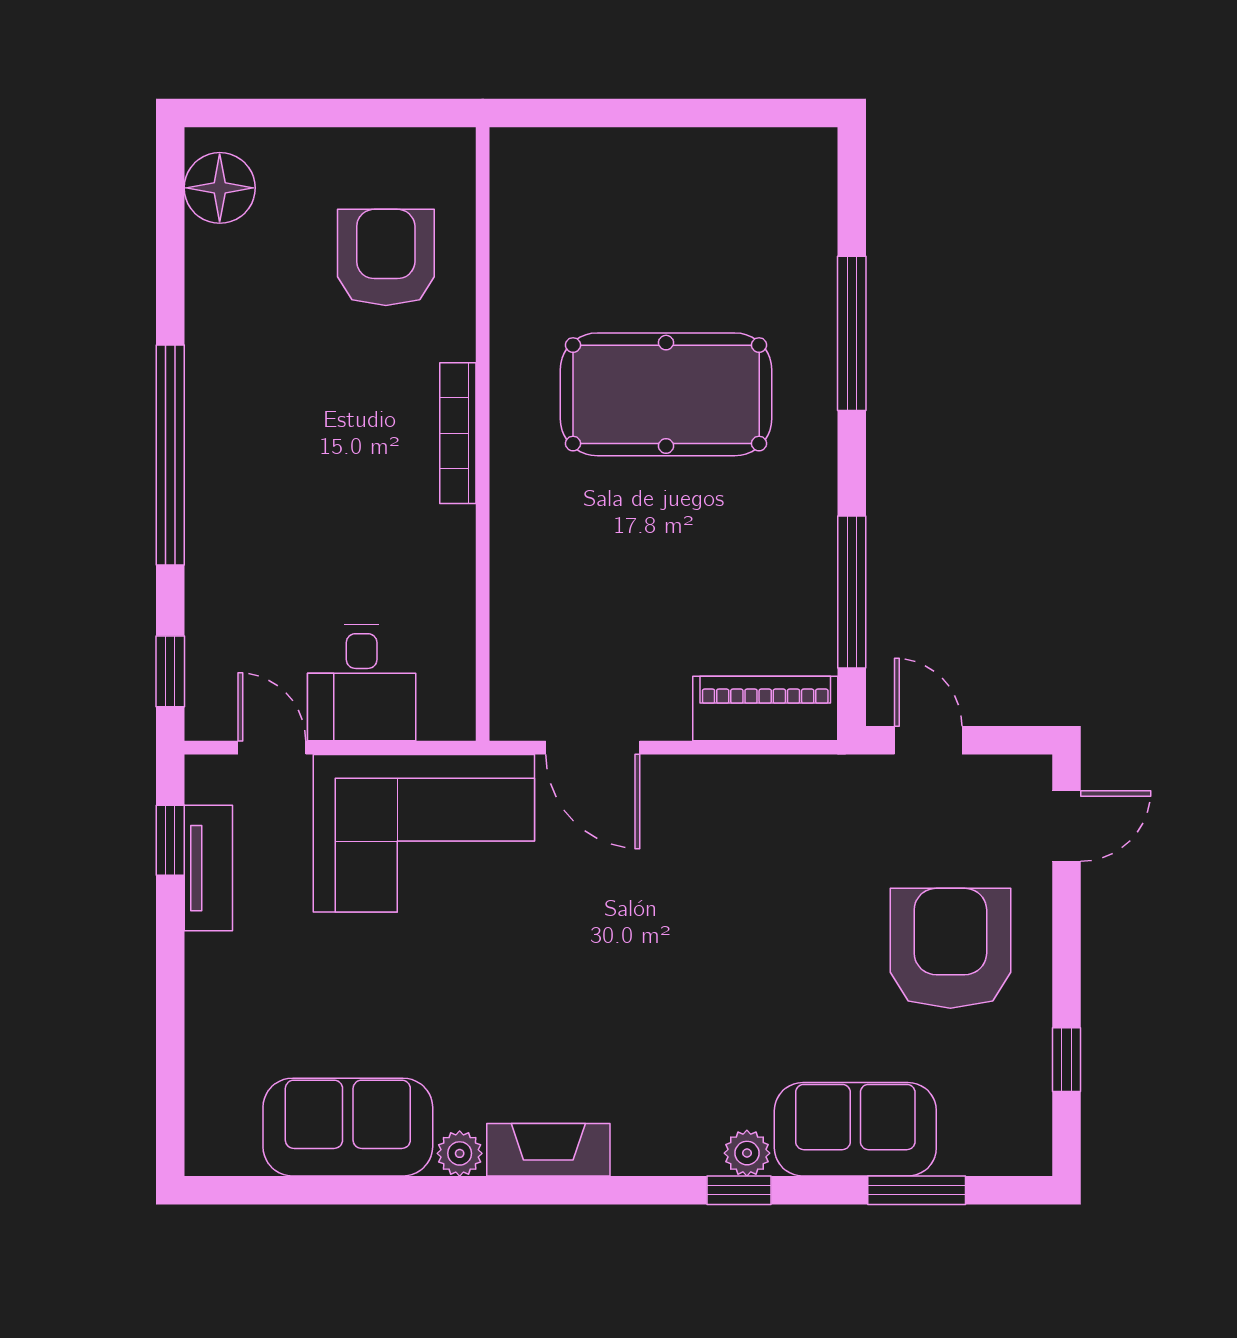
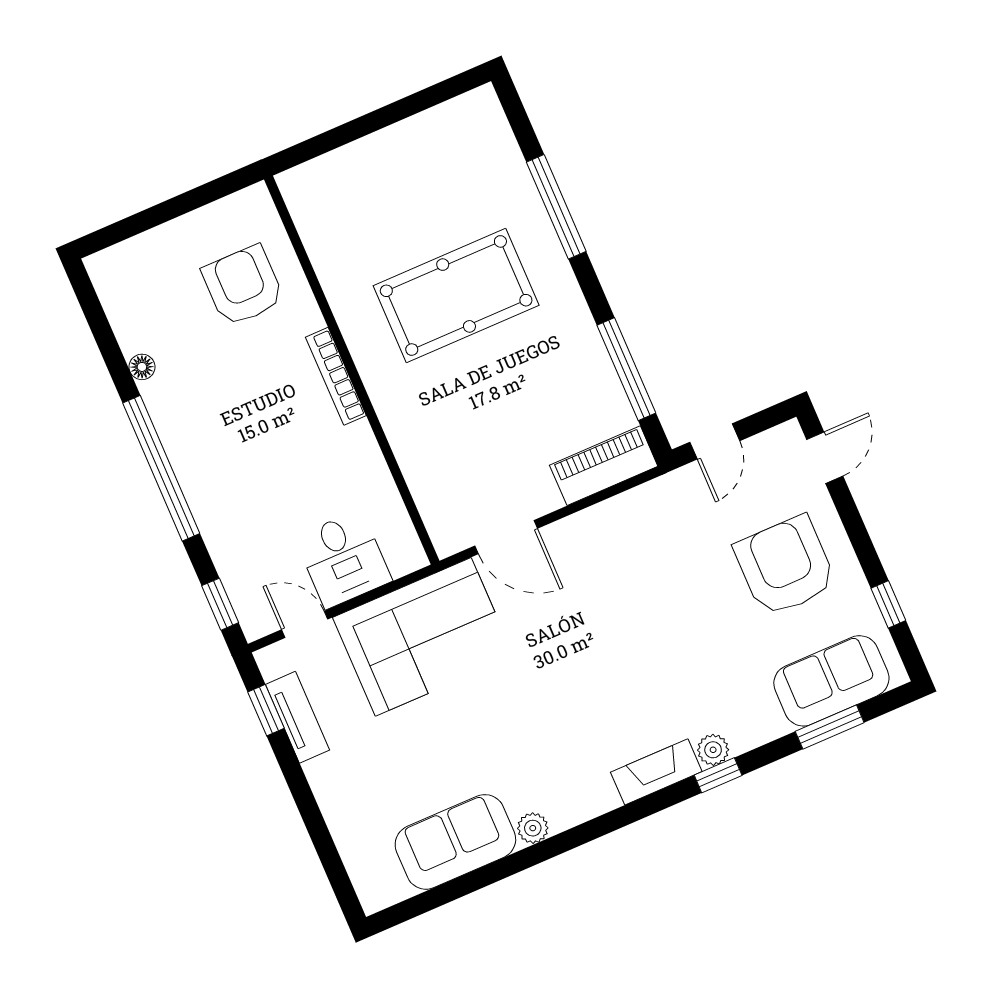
floor lamp: (220, 188) -> (142, 367), moved, width x0.53, depth x0.53
door: (928, 740) -> (715, 441), swing flipped
sofa: (855, 1129) -> (831, 681), moved
fireplace: (548, 1150) -> (656, 772), moved

